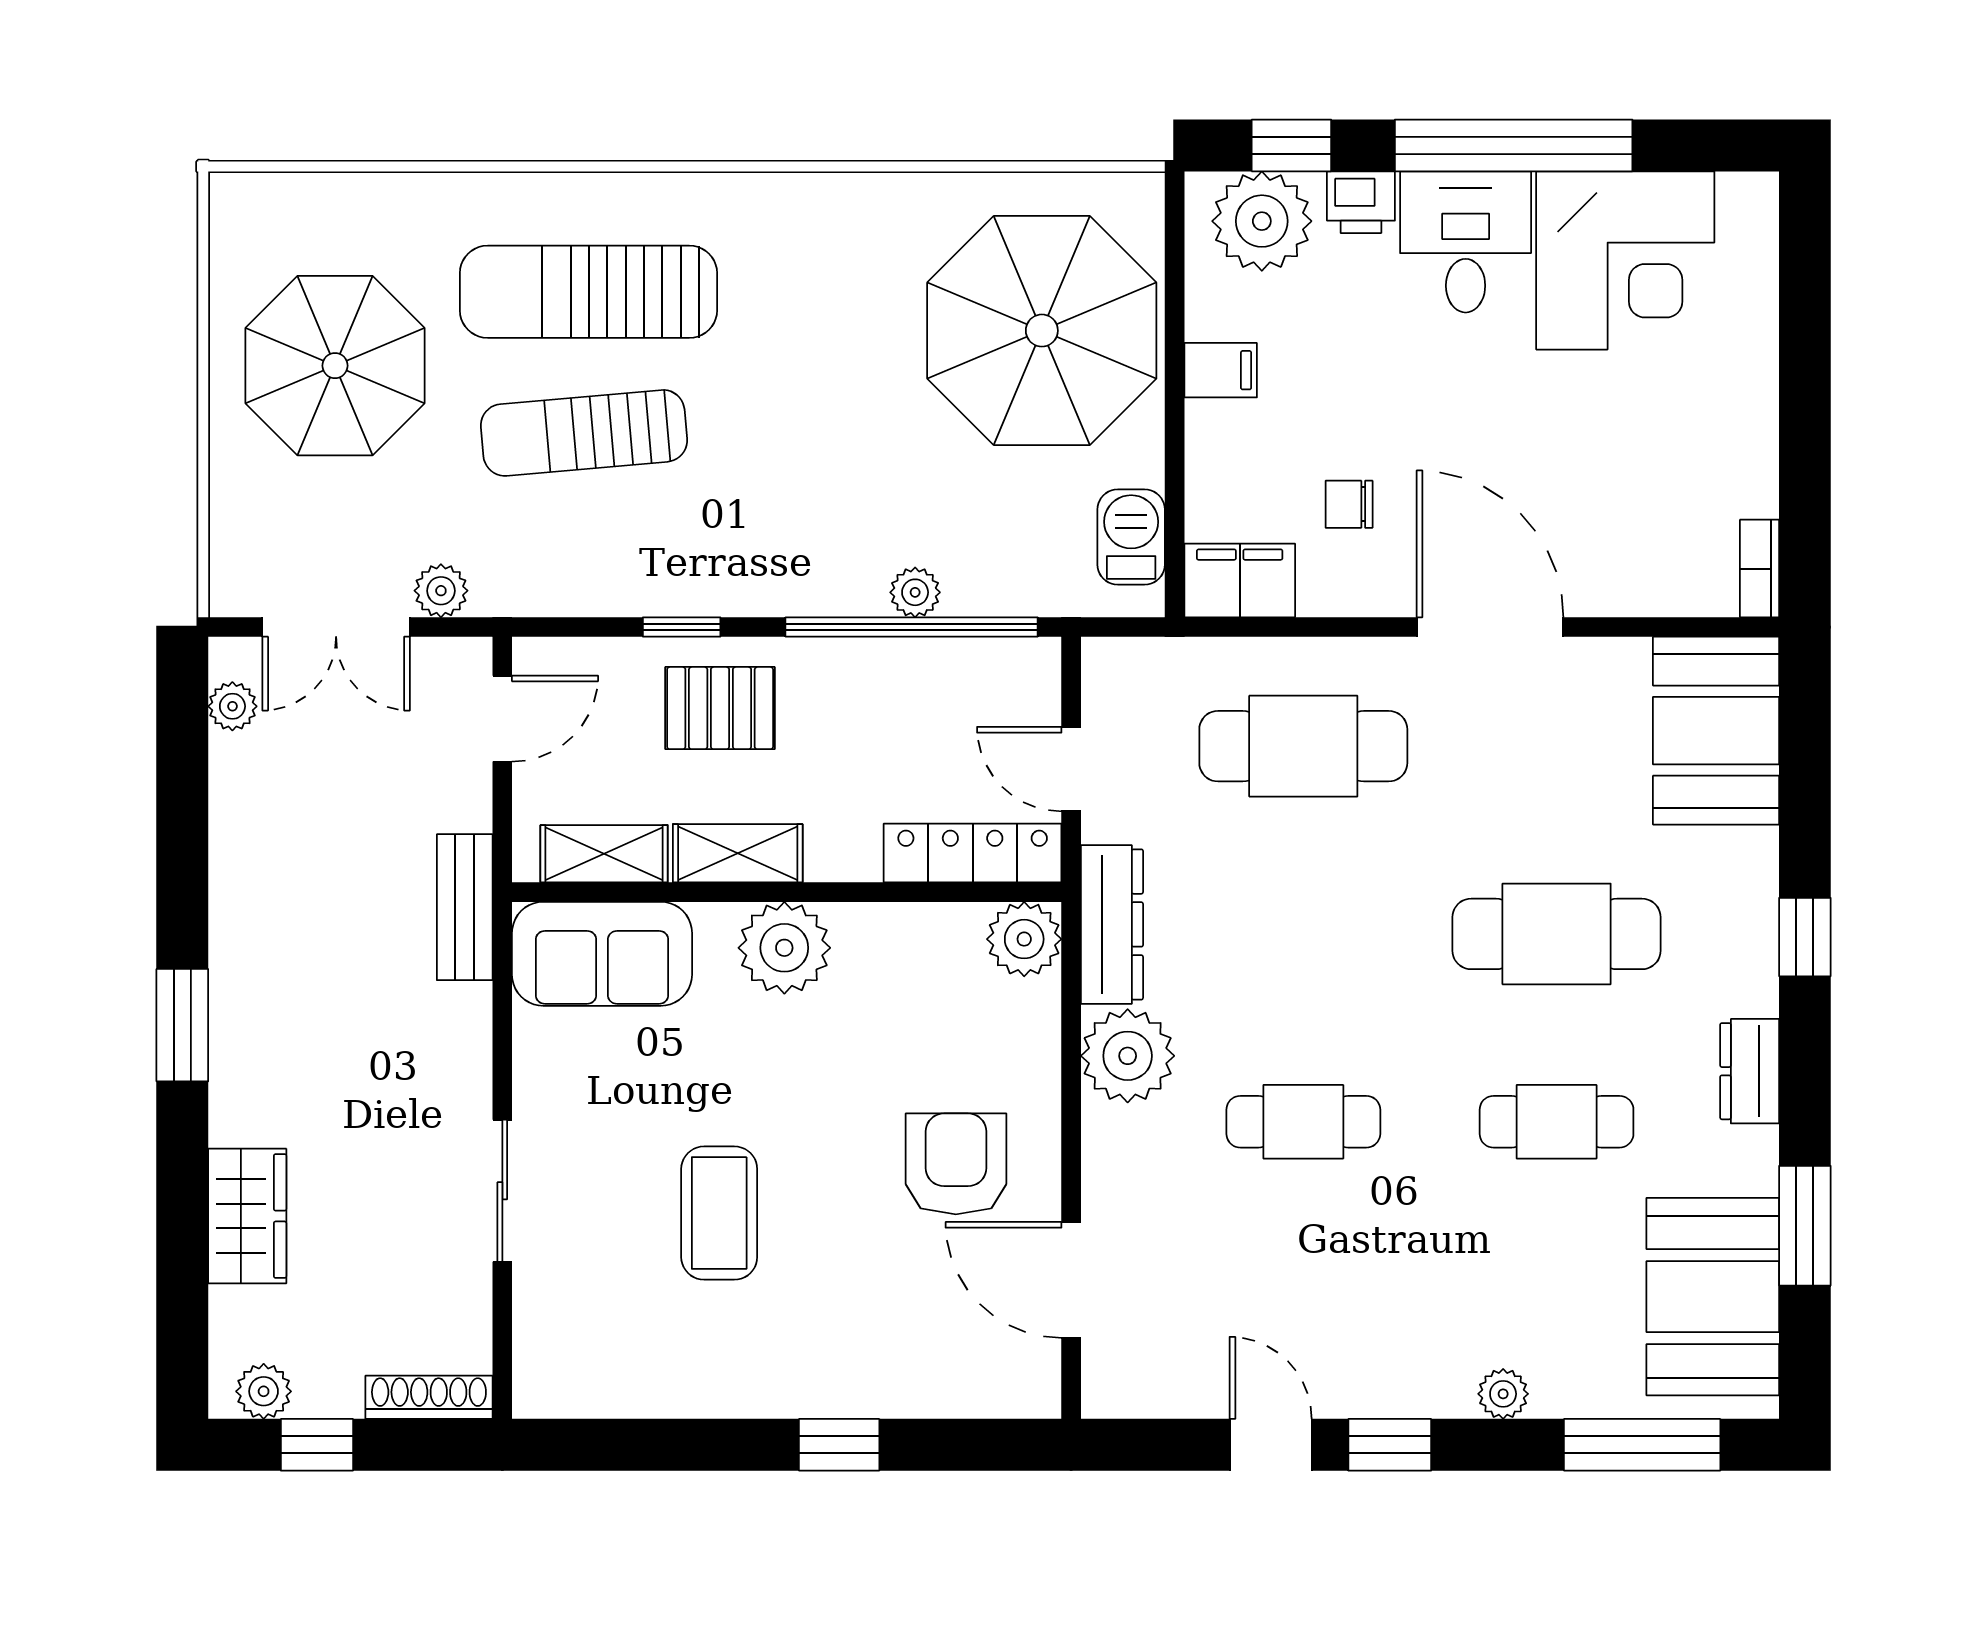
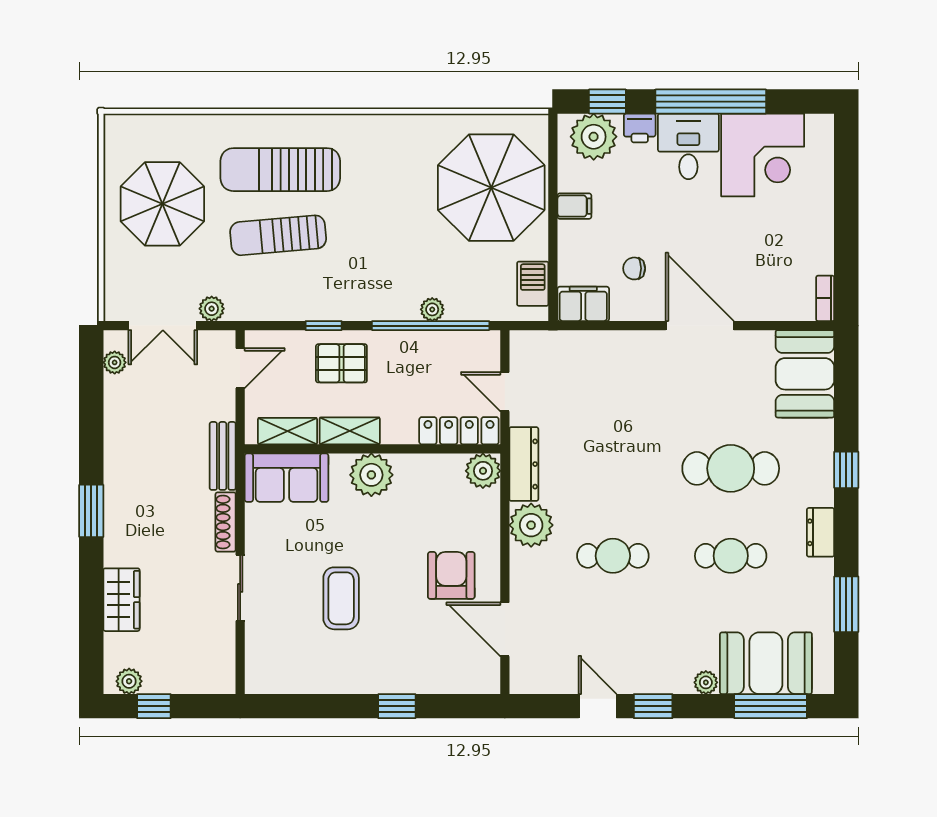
cafe table: (1303, 746) -> (613, 381), removed
booth: (1713, 1297) -> (766, 663), moved, turned 90
shoe rack: (429, 1397) -> (226, 522), moved, turned -90

